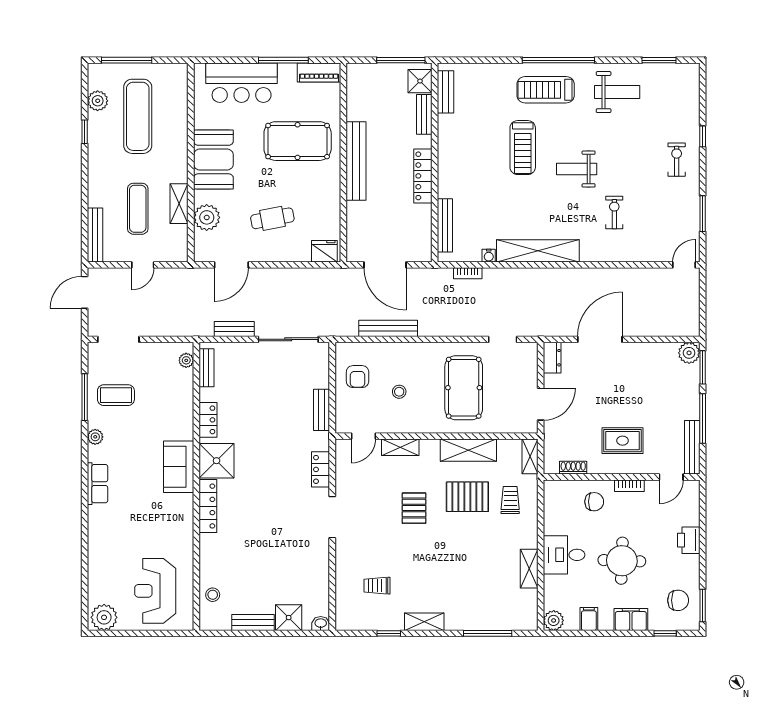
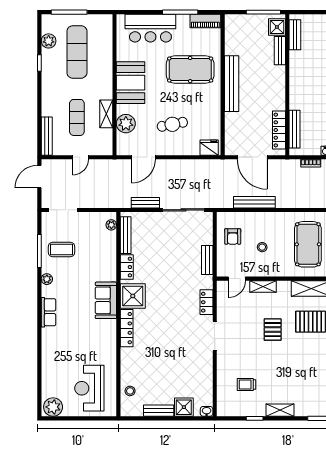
locker: (423, 176) -> (279, 130), moved
bench: (206, 368) -> (126, 235), width x1.36

